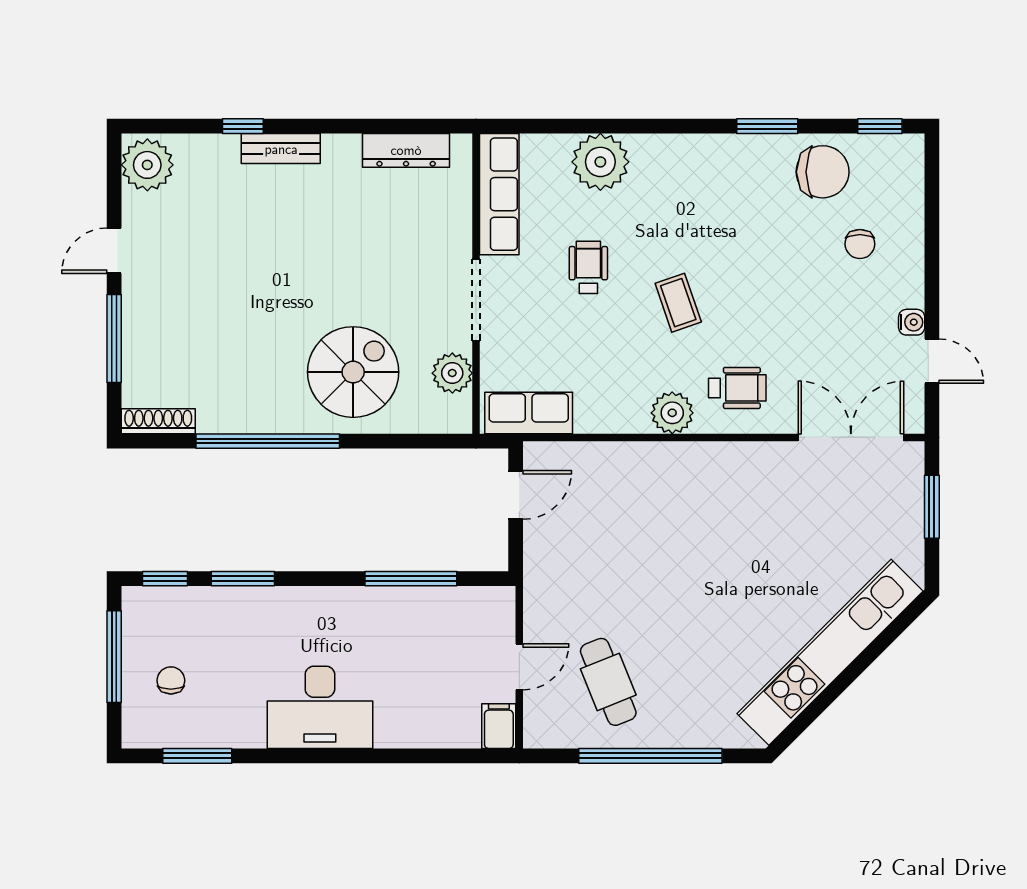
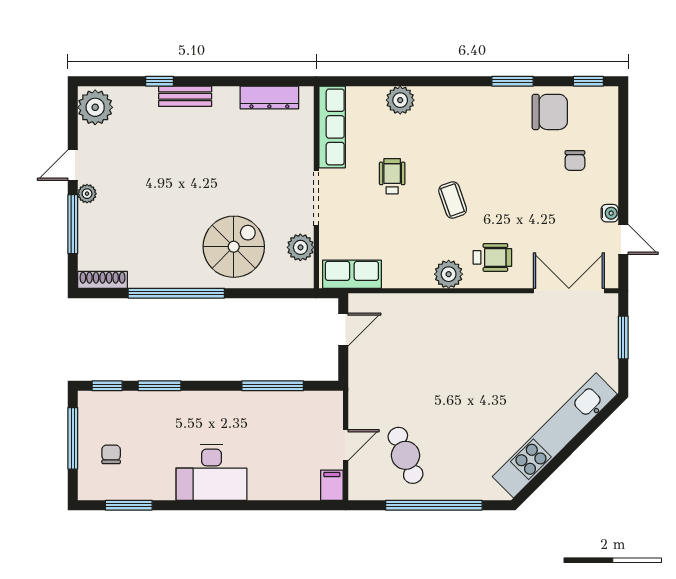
plant: (600, 162) -> (400, 100), width x0.73, depth x0.73
plant: (135, 293) -> (87, 194), added

